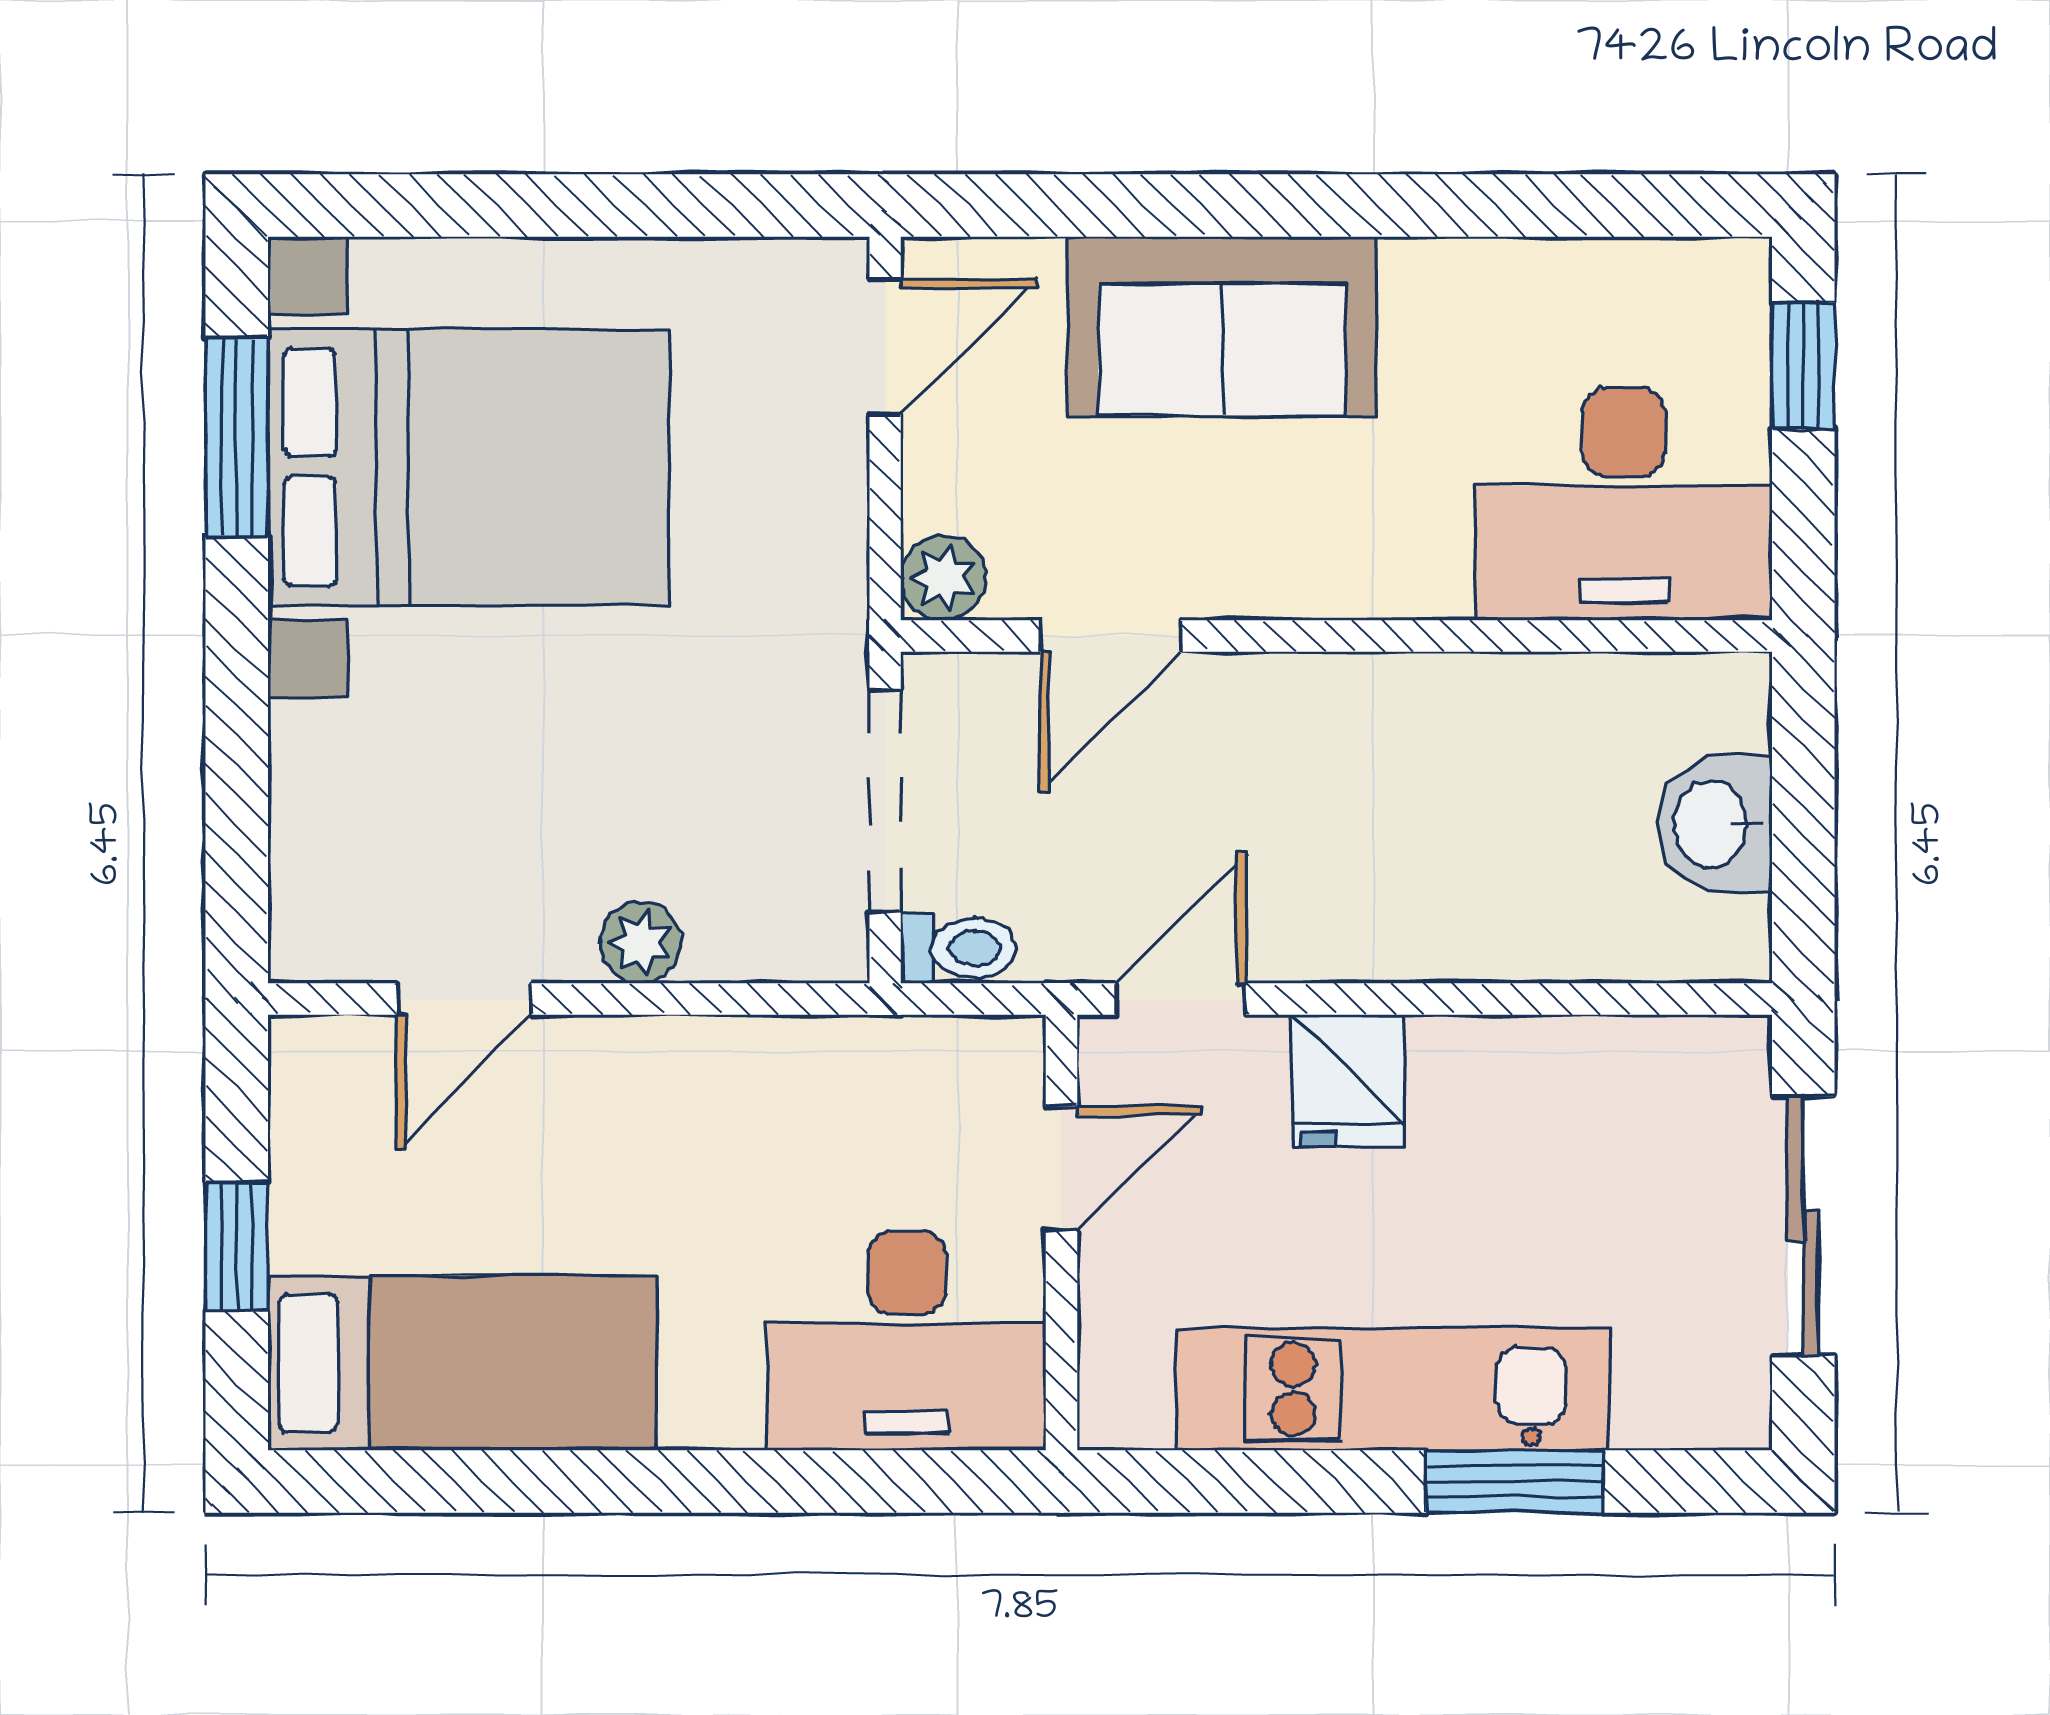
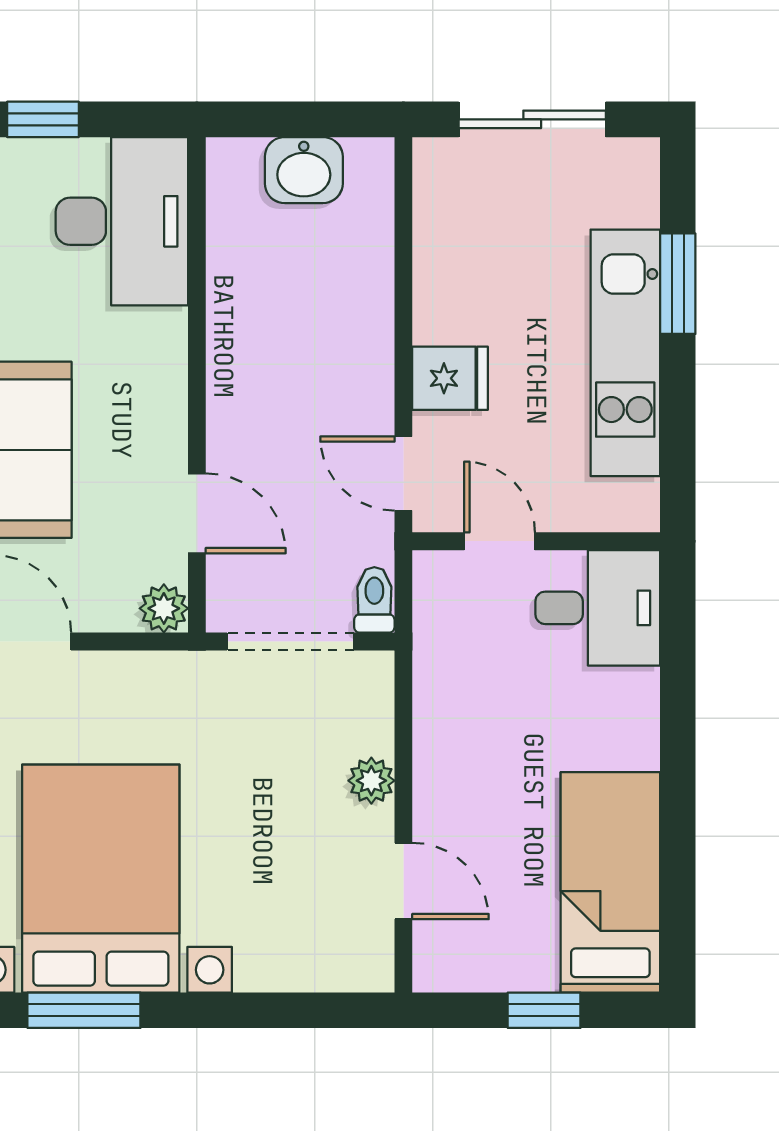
desk: (907, 1341) -> (598, 608), width x0.73

